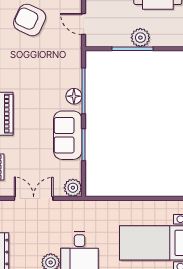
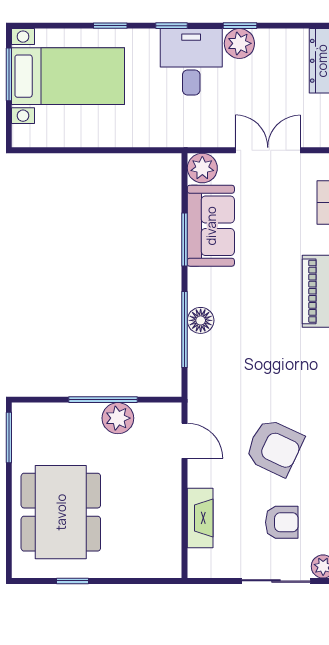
plant: (140, 38) -> (118, 418), moved
sofa: (68, 135) -> (211, 226), moved
double door: (34, 198) -> (268, 150), swing flipped

